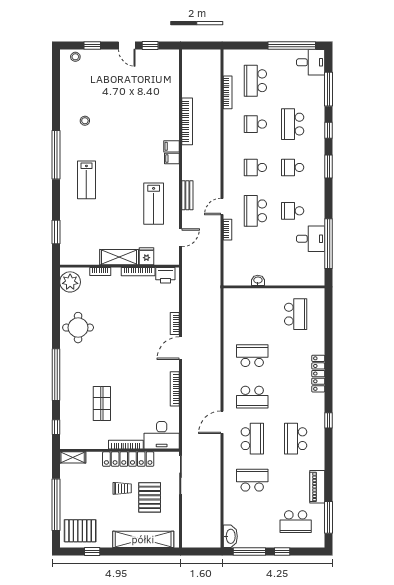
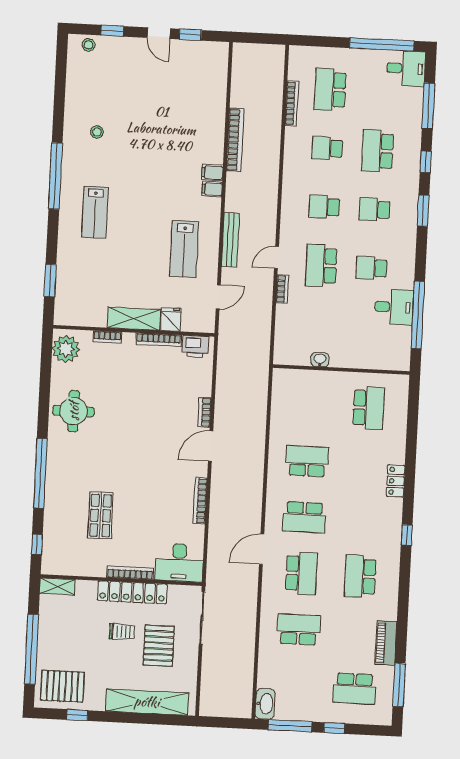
bench: (187, 195) -> (230, 240), width x1.36
locker: (318, 374) -> (396, 481), width x0.66
window: (328, 420) -> (407, 535), moved

